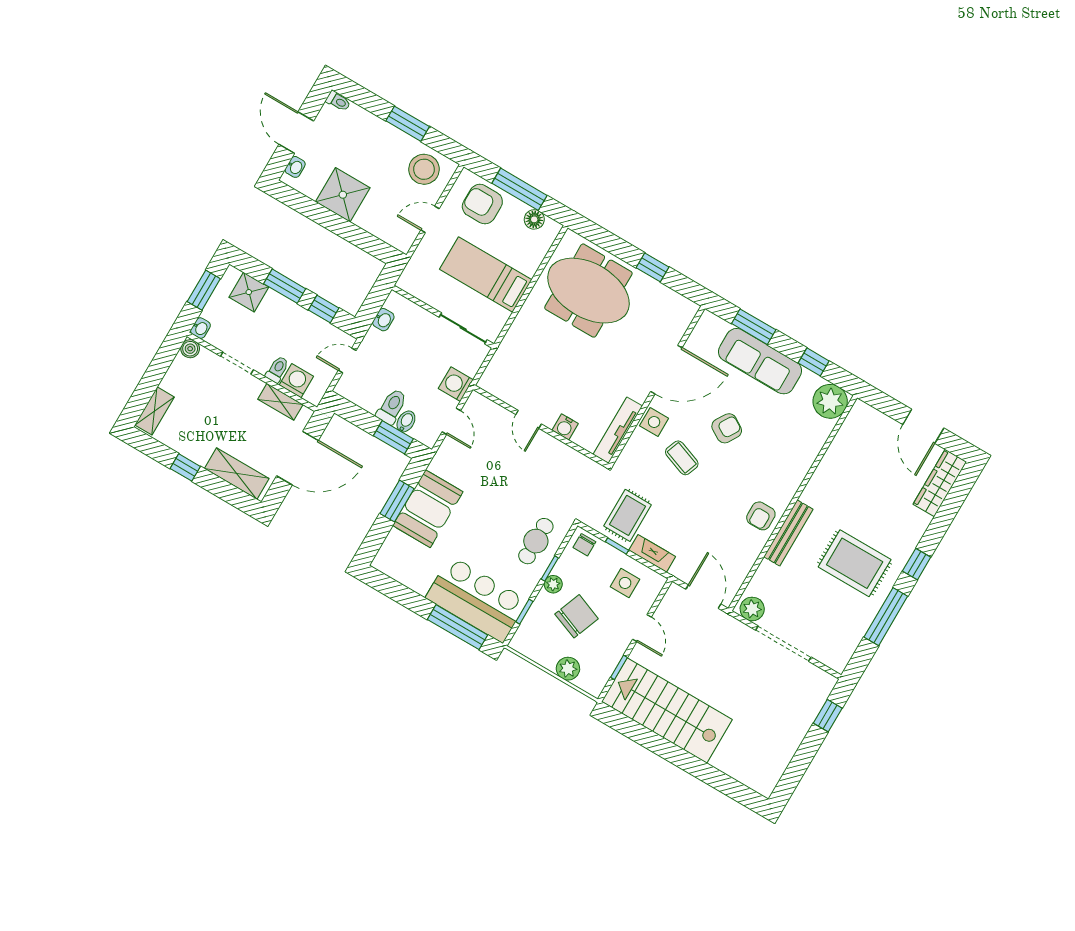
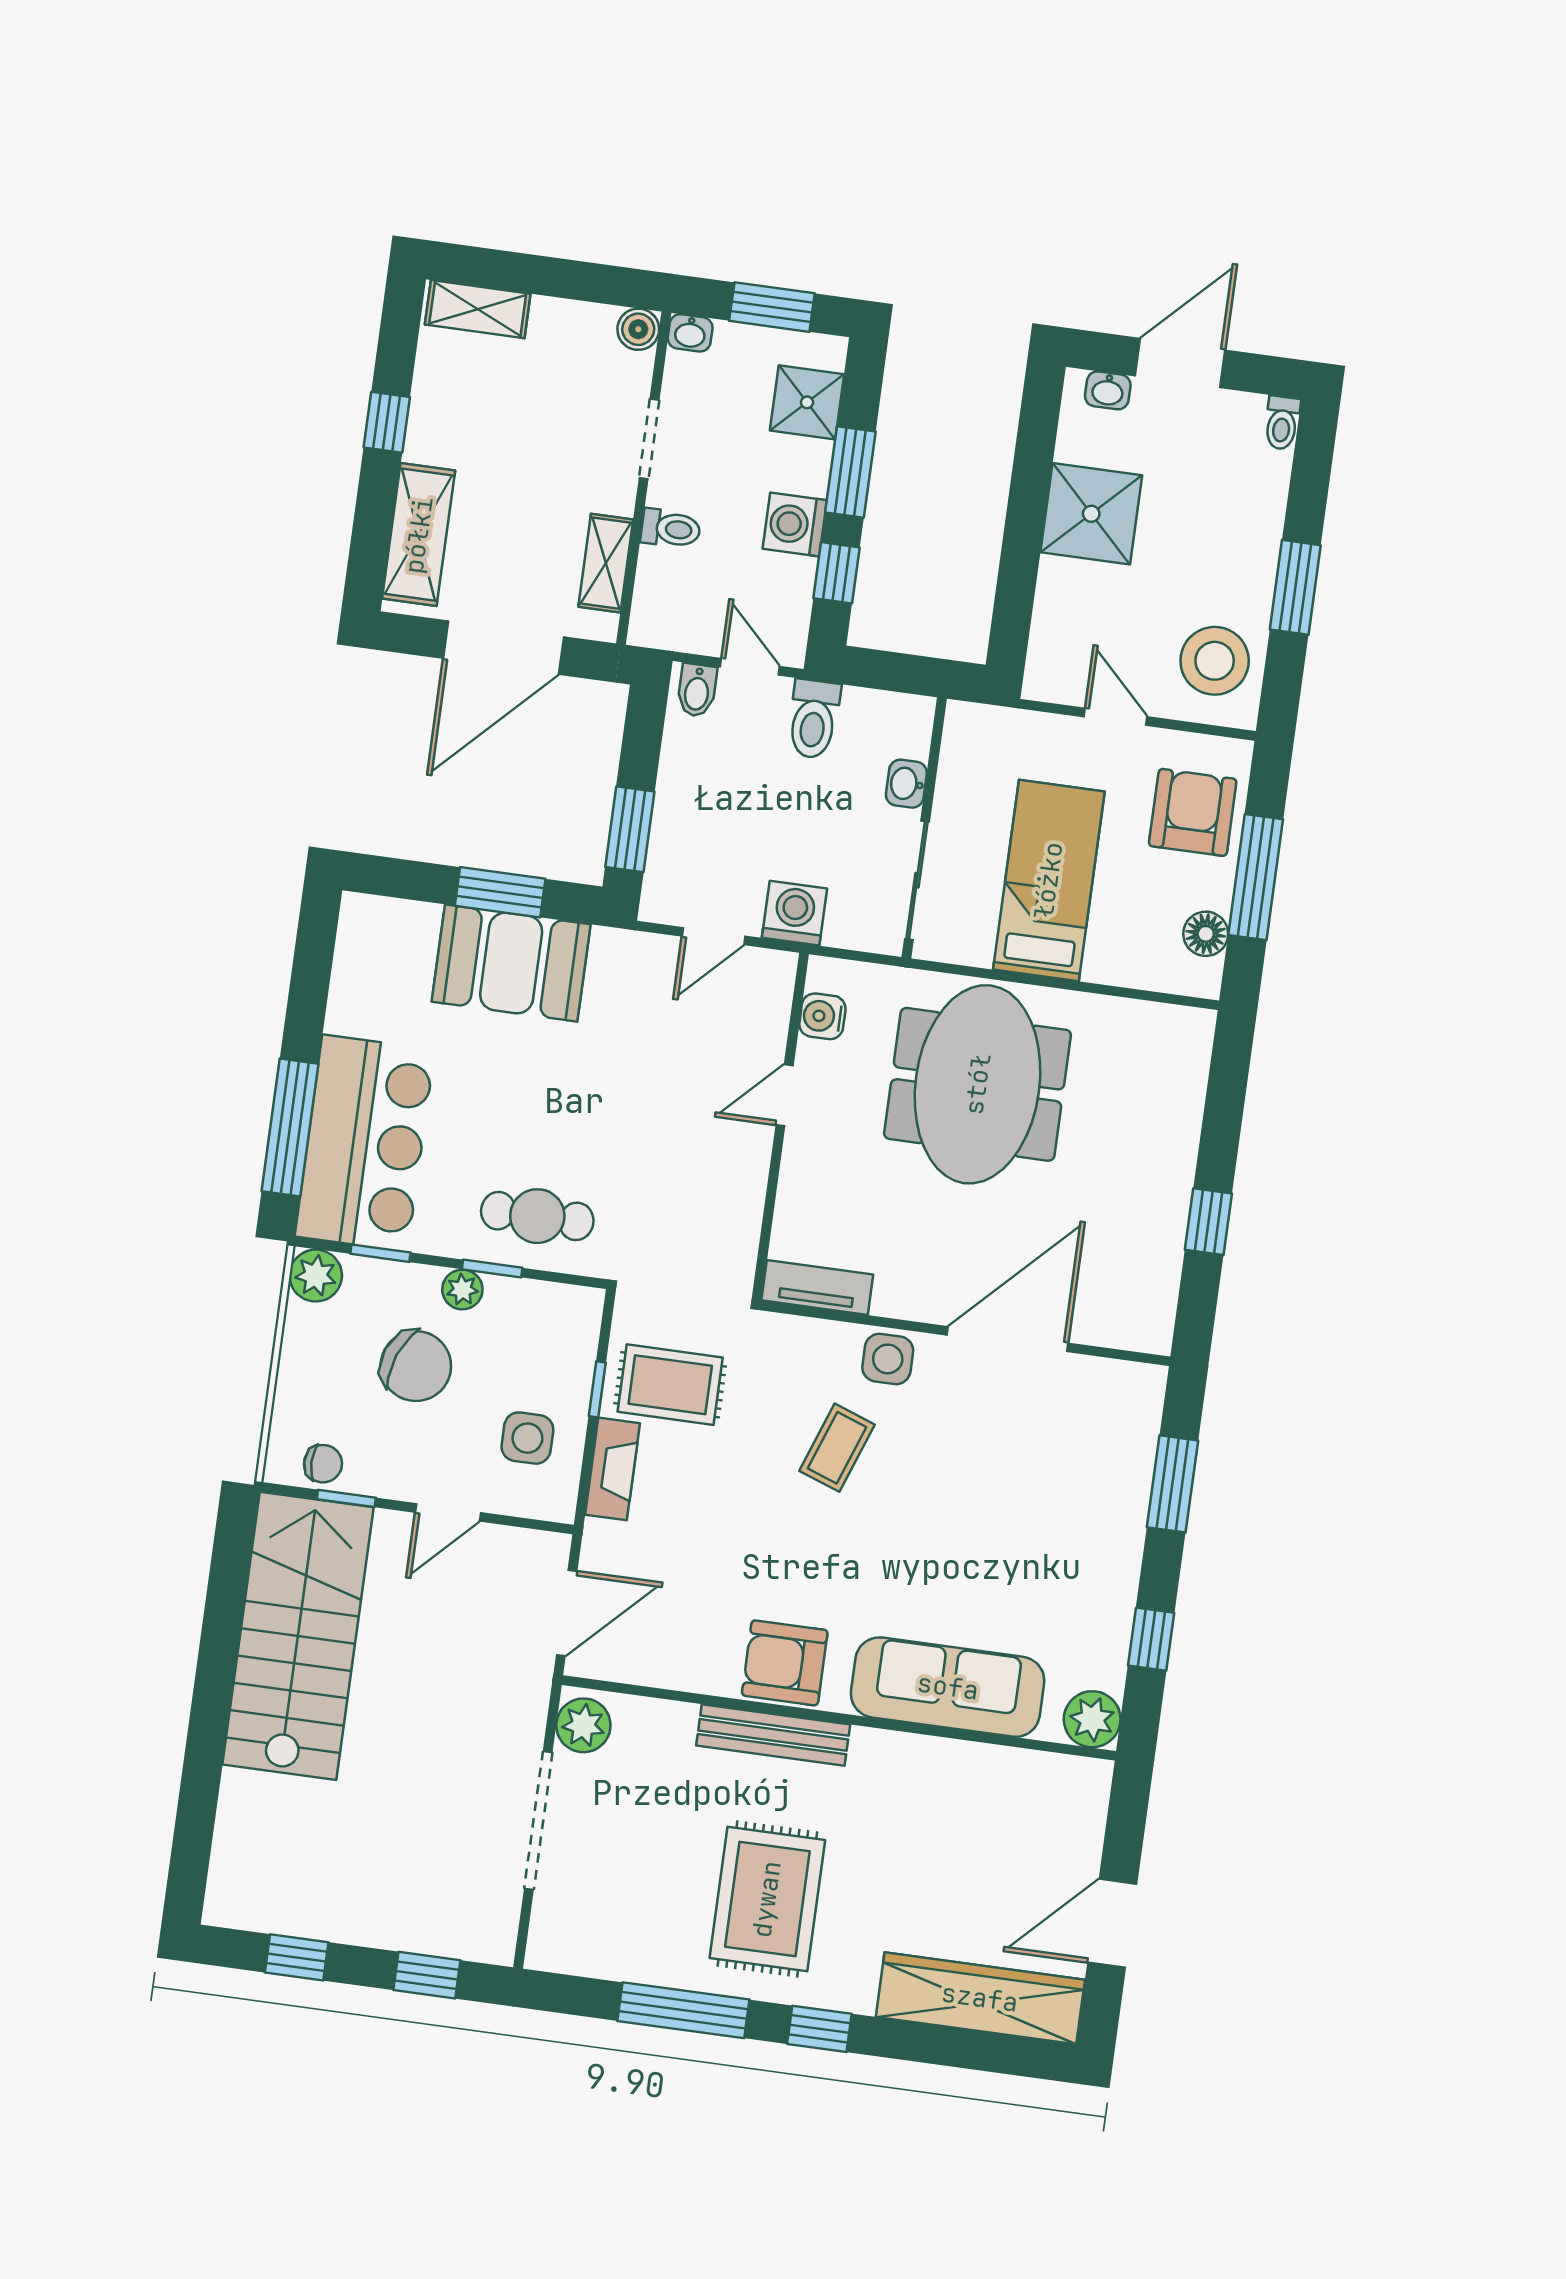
meeting table: (588, 291) -> (978, 1084), moved
washbasin: (383, 320) -> (906, 784), moved, turned 90
sofa: (760, 361) -> (948, 1687), moved, turned 90
door: (666, 370) -> (1007, 1339), swing flipped
washing machine: (296, 381) -> (795, 524), moved, turned 180
plant: (830, 401) -> (1092, 1719), width x0.73, depth x0.73
toilet: (392, 407) -> (814, 719), moved, turned 90
bidet: (406, 421) -> (697, 690), moved, turned 90
water cooler: (565, 427) -> (822, 1016), moved
armchair: (727, 428) -> (937, 1516), removed
tv unit: (618, 430) -> (817, 1287), width x0.71
door: (297, 458) -> (503, 648), hinge flipped
wardrobe: (940, 483) -> (980, 1998), width x1.40, depth x1.17
armchair: (761, 516) -> (785, 1663), width x1.38, depth x1.38
chair: (584, 545) -> (323, 1464), moved, turned 180
plant: (568, 669) -> (316, 1276), moved
window: (798, 766) -> (297, 1957), added

